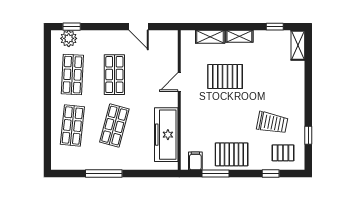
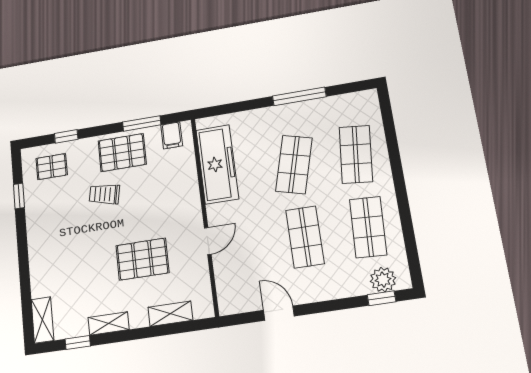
shelving: (239, 36) -> (109, 324), moved
trolley: (272, 123) -> (104, 194), moved, width x0.73, depth x0.72

